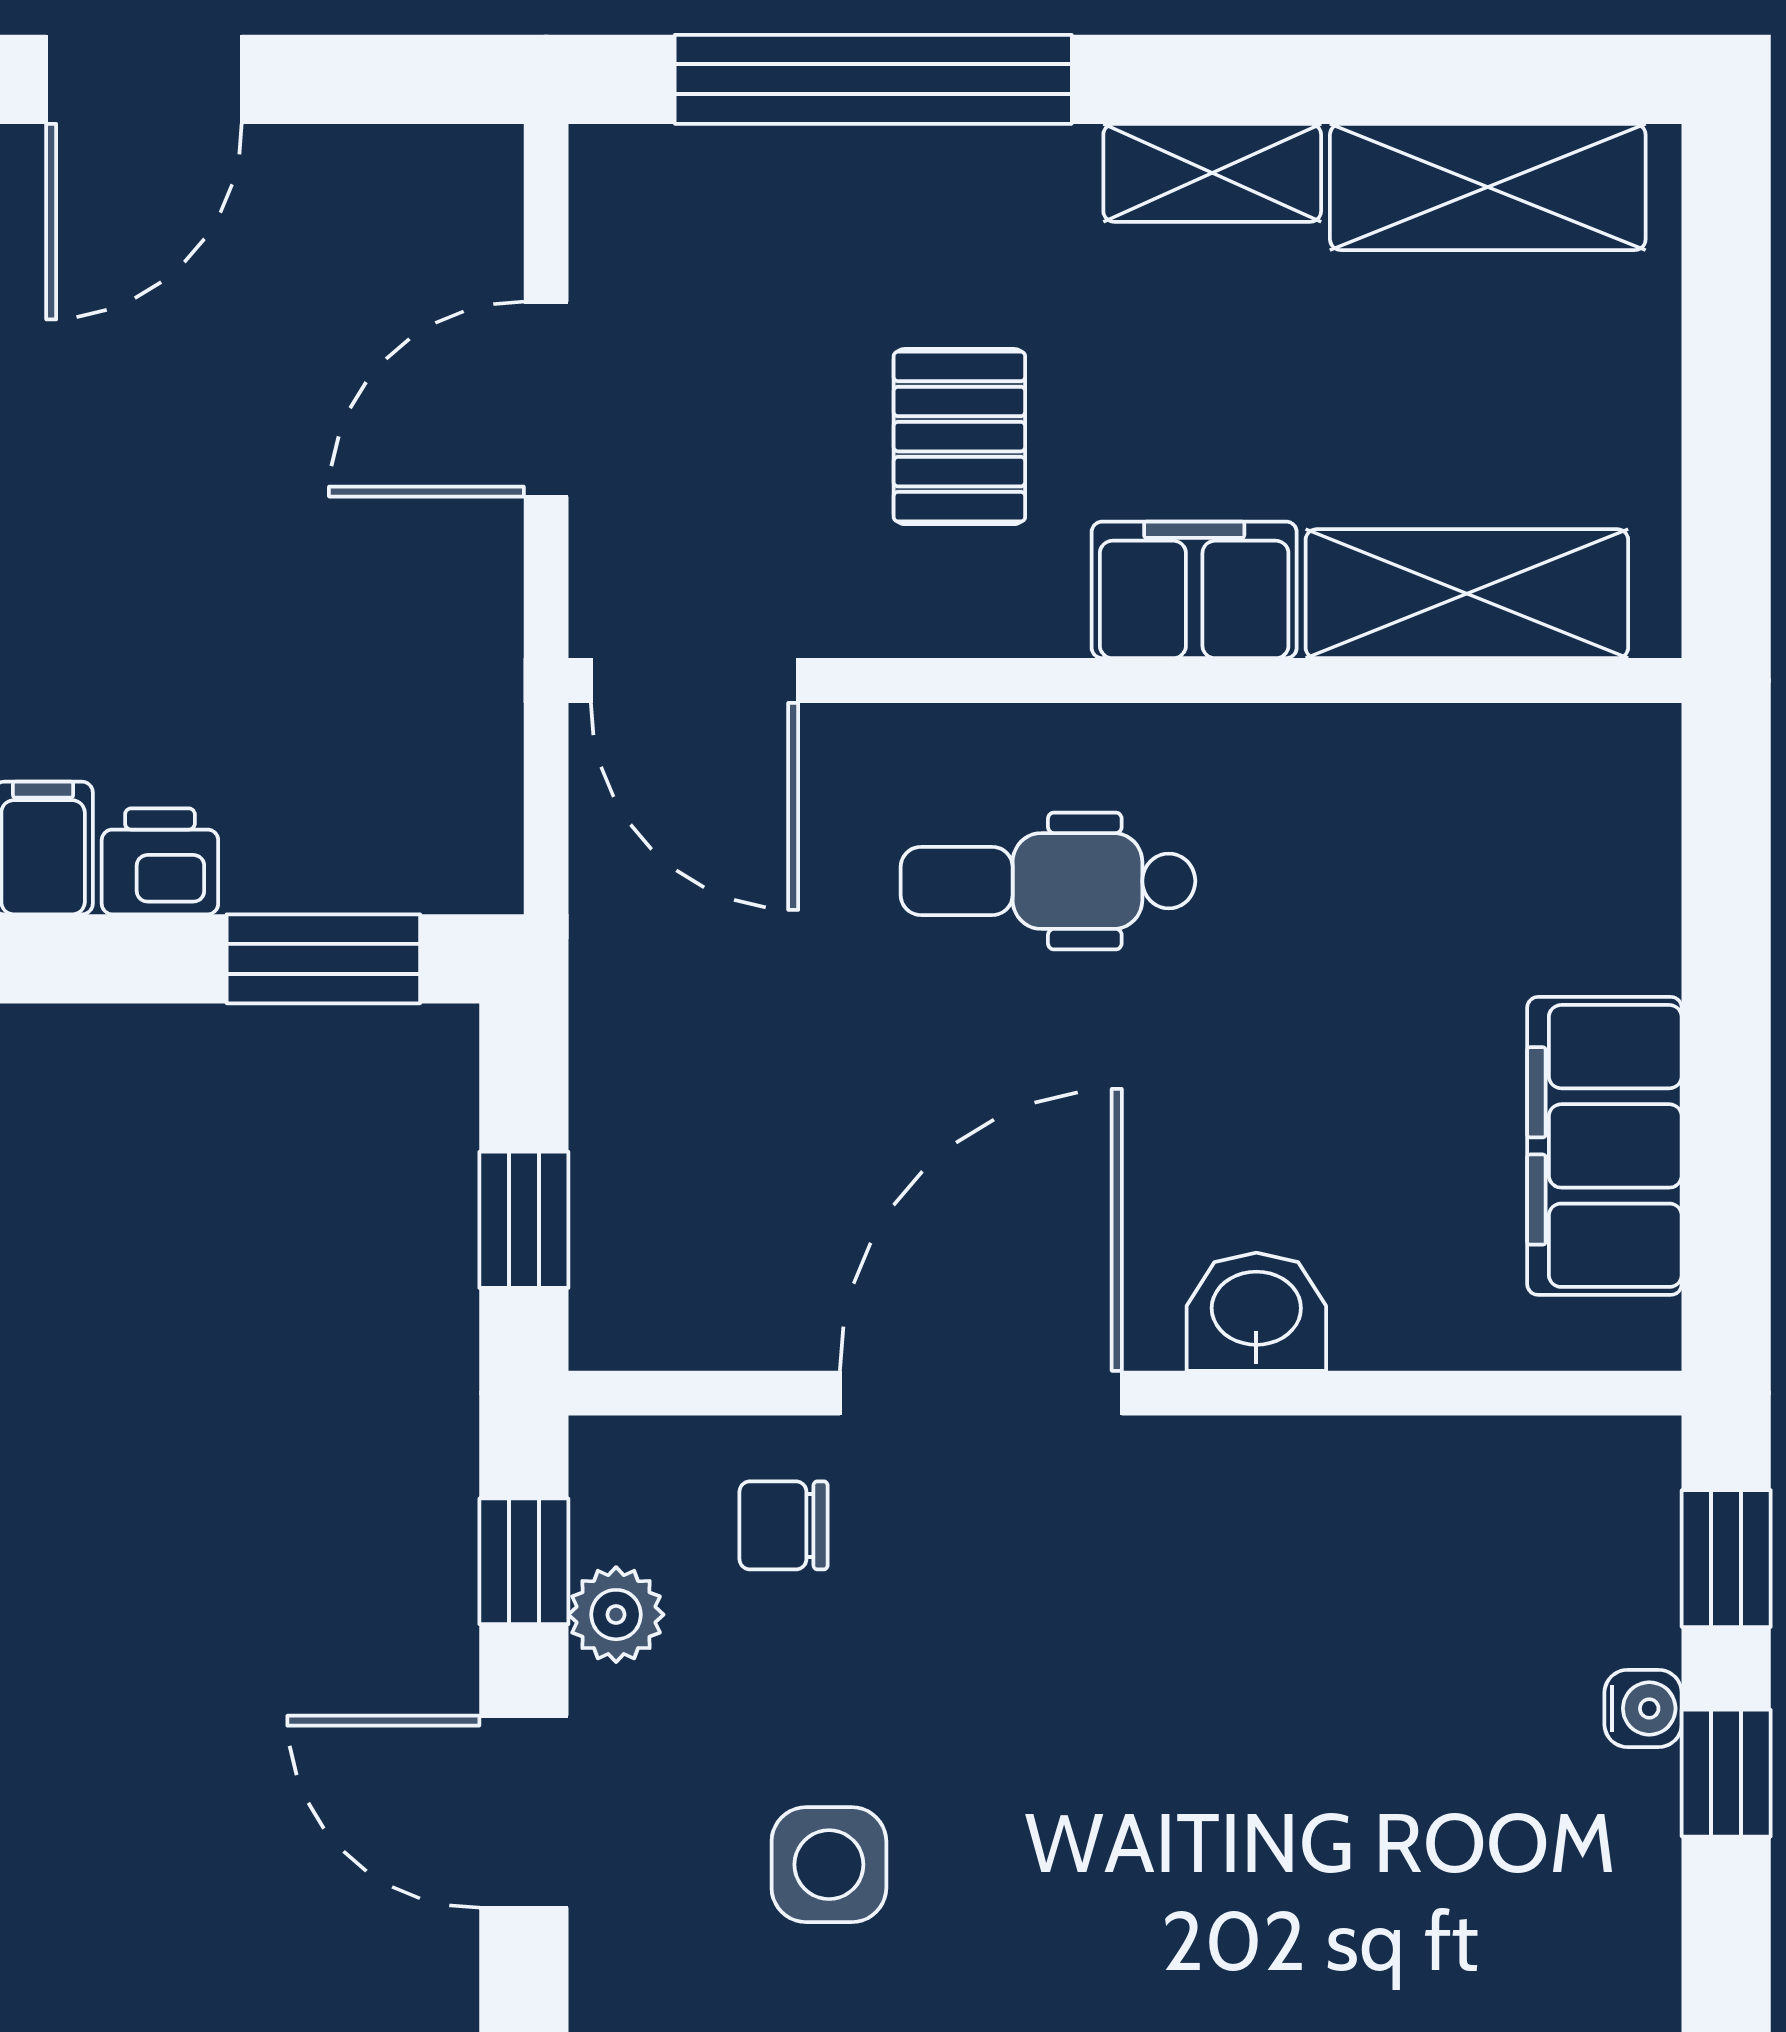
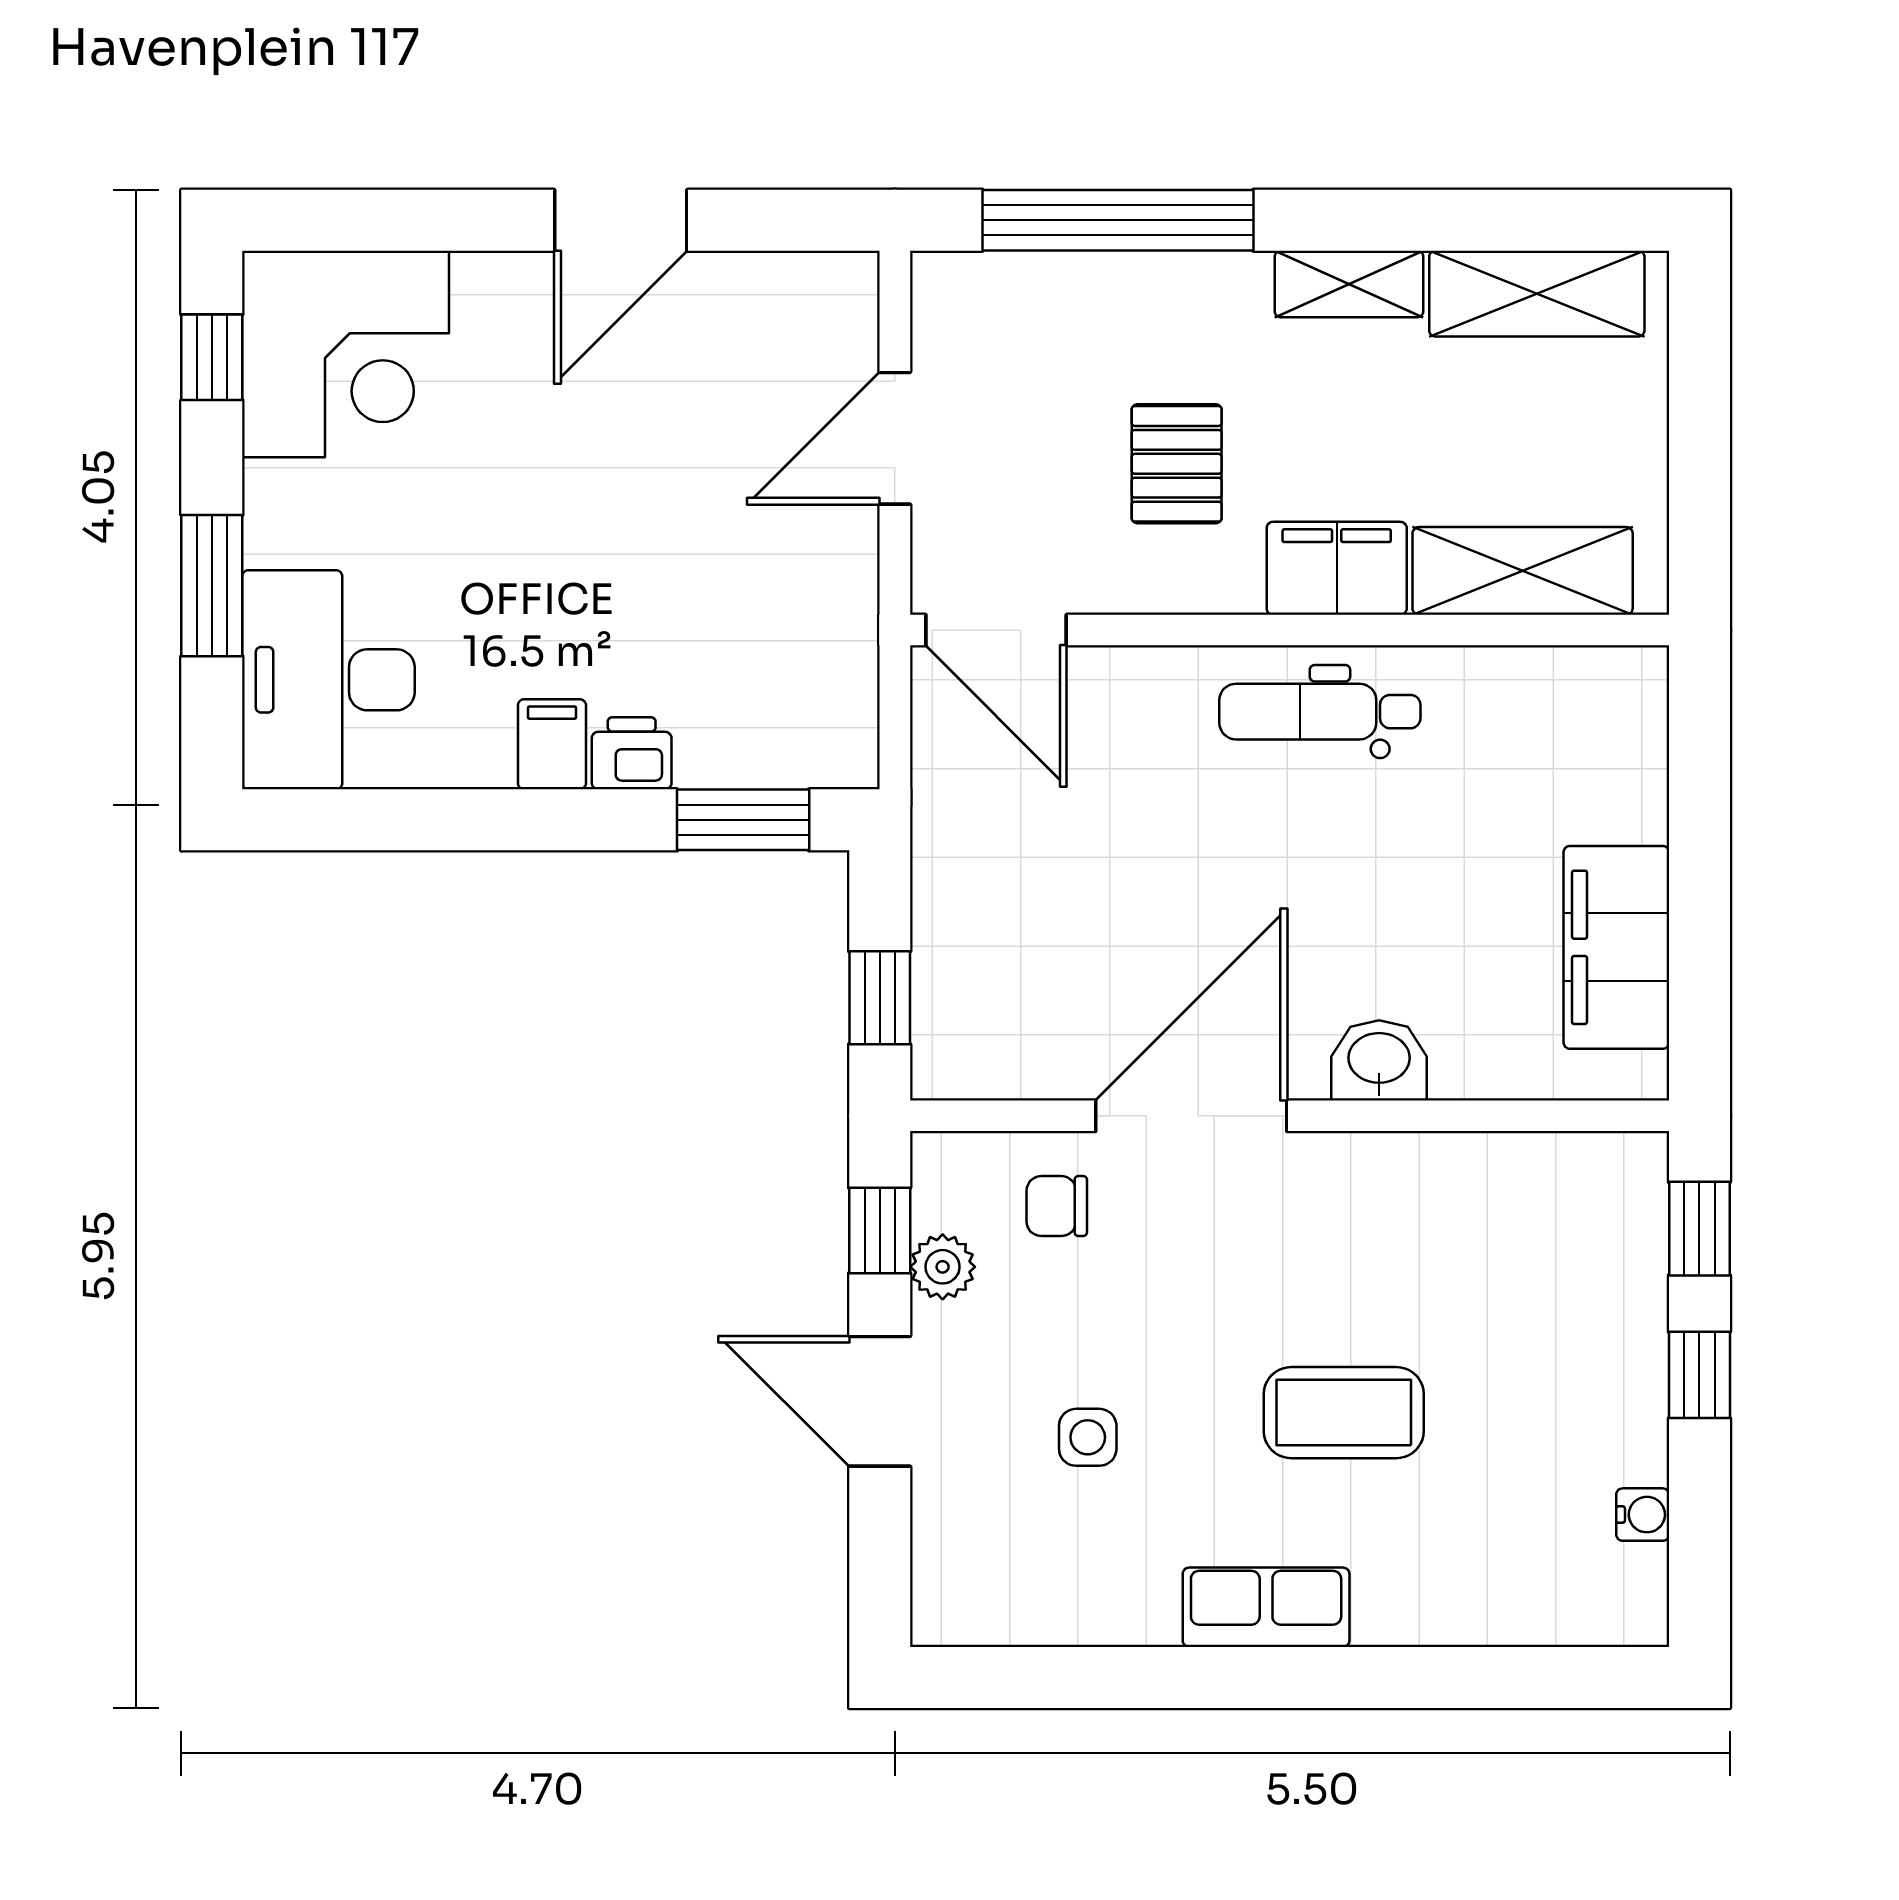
dental chair: (1048, 881) -> (1320, 712), moved
water cooler: (1643, 1708) -> (1643, 1515), moved
coffee table: (1205, 1828) -> (1344, 1413), added
side table: (829, 1865) -> (1088, 1437), width x0.73, depth x0.73

